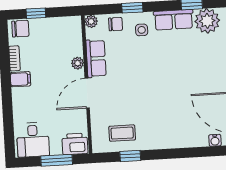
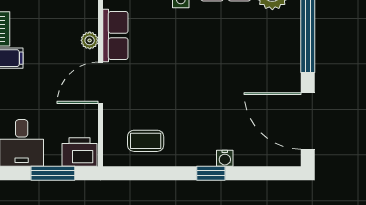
water cooler: (215, 140) -> (225, 158), moved
window: (130, 156) -> (211, 173), moved

